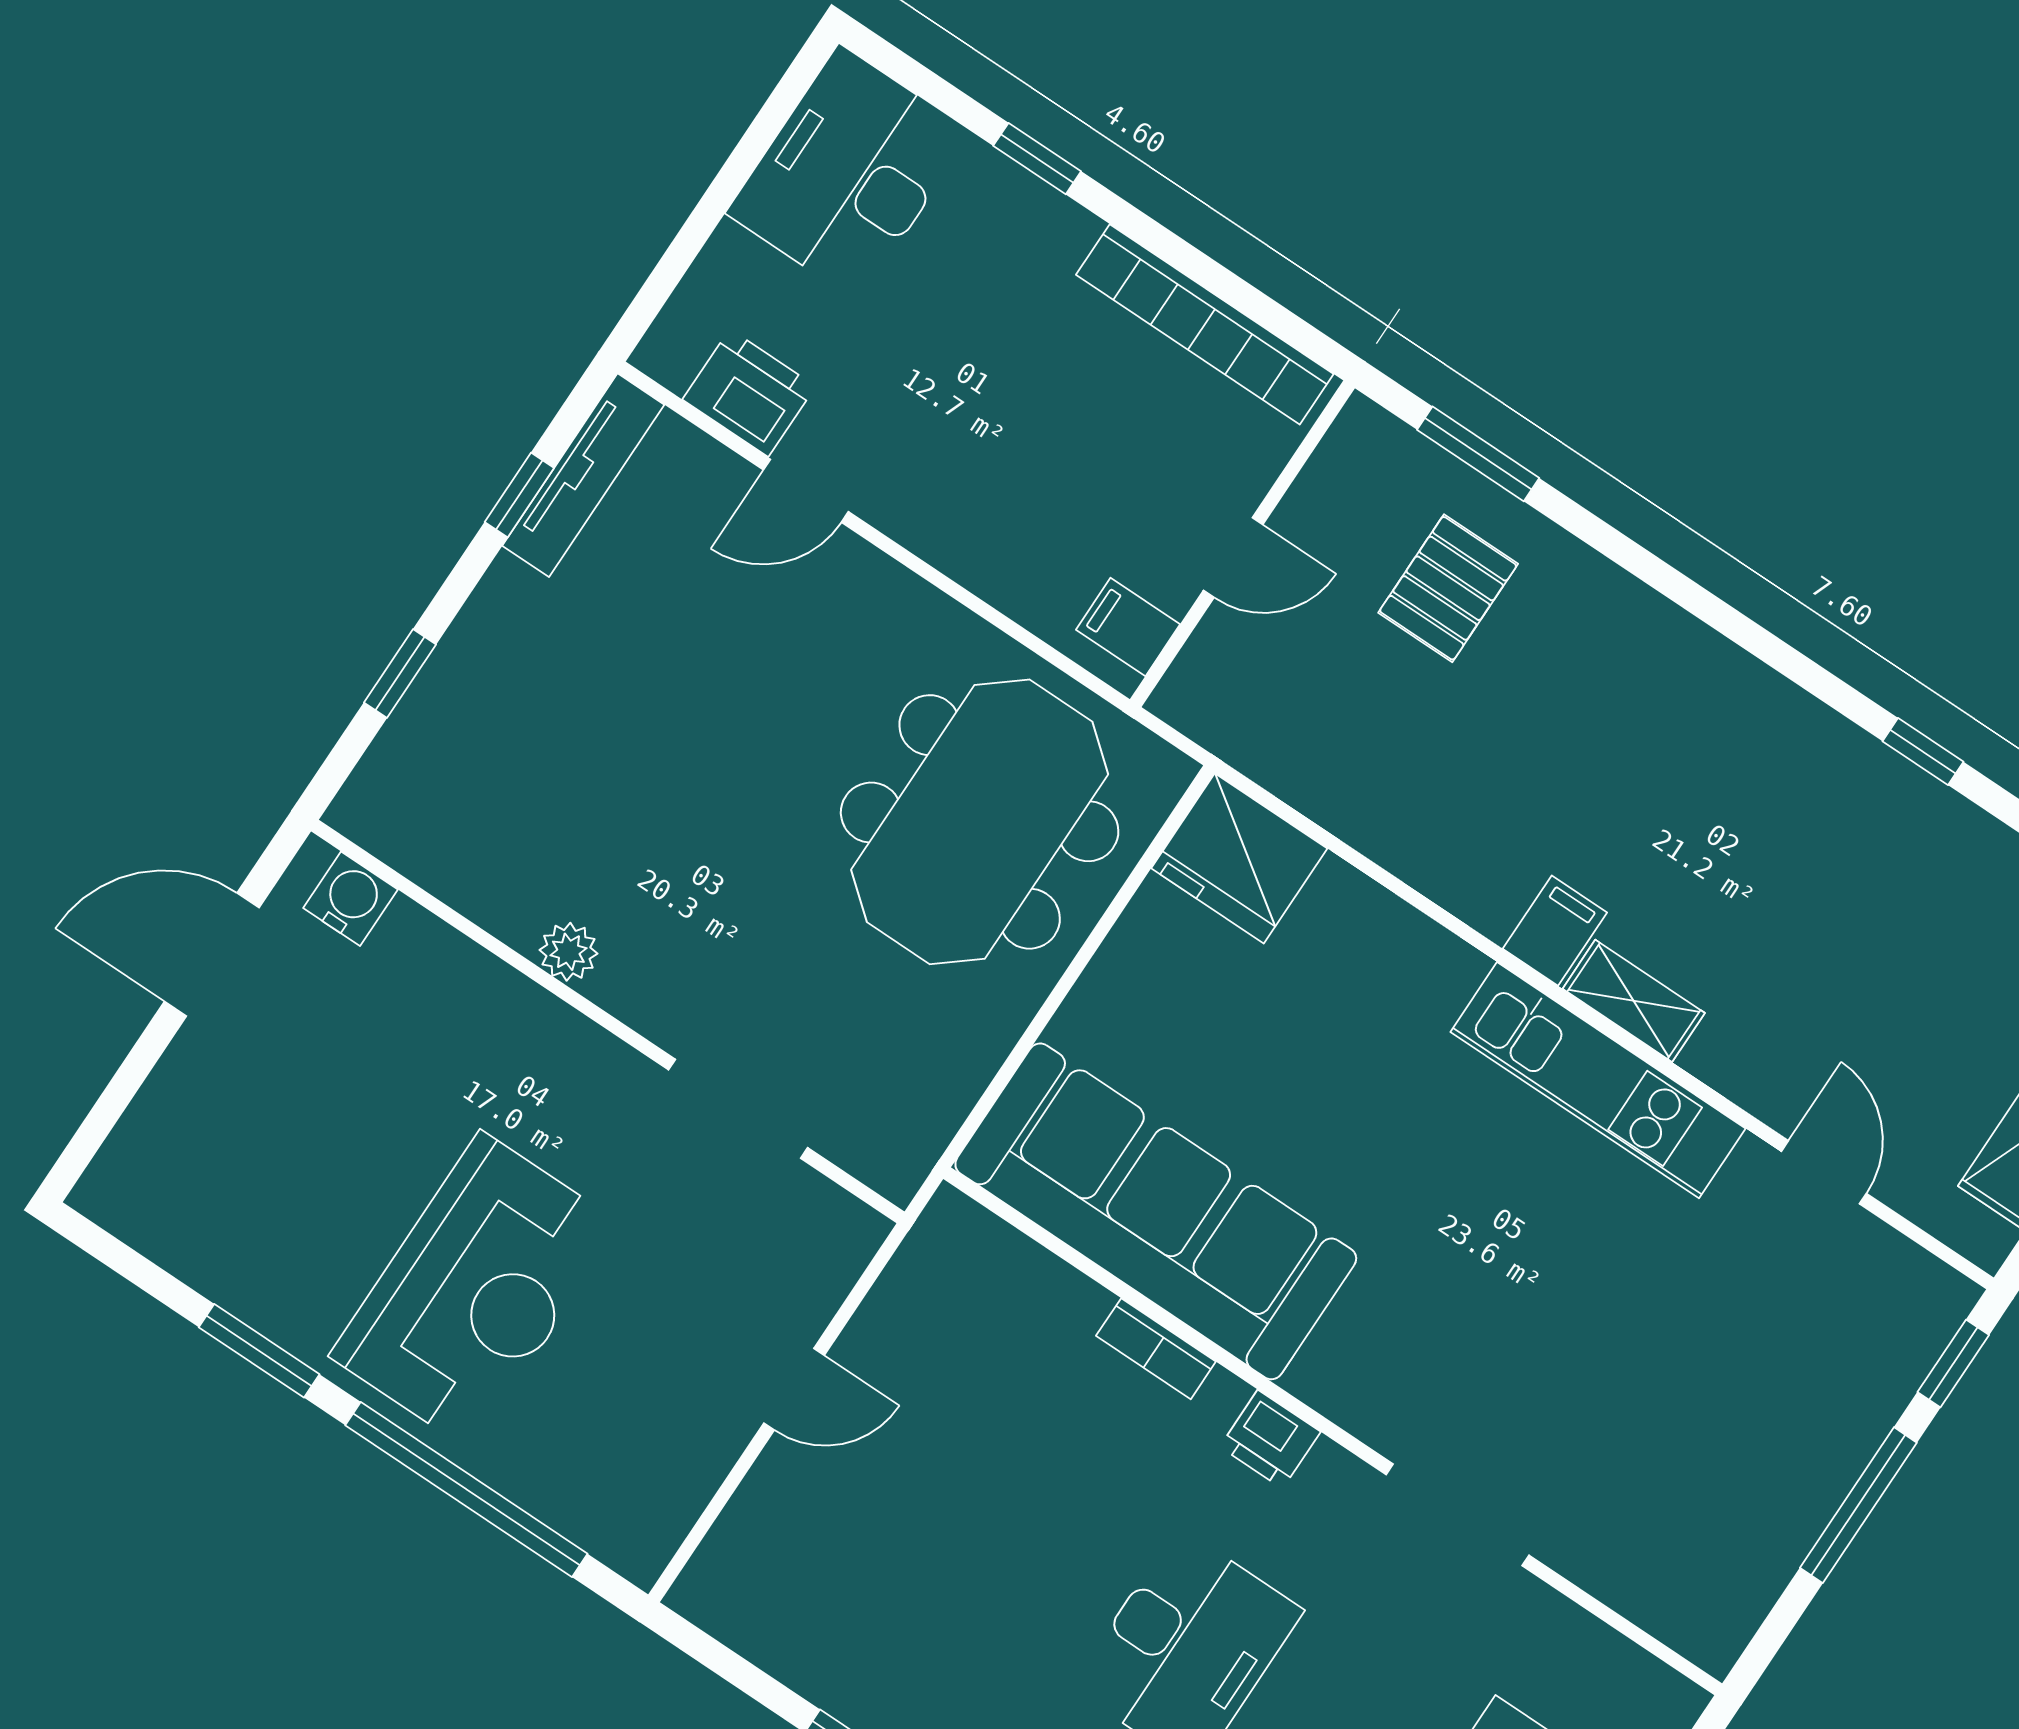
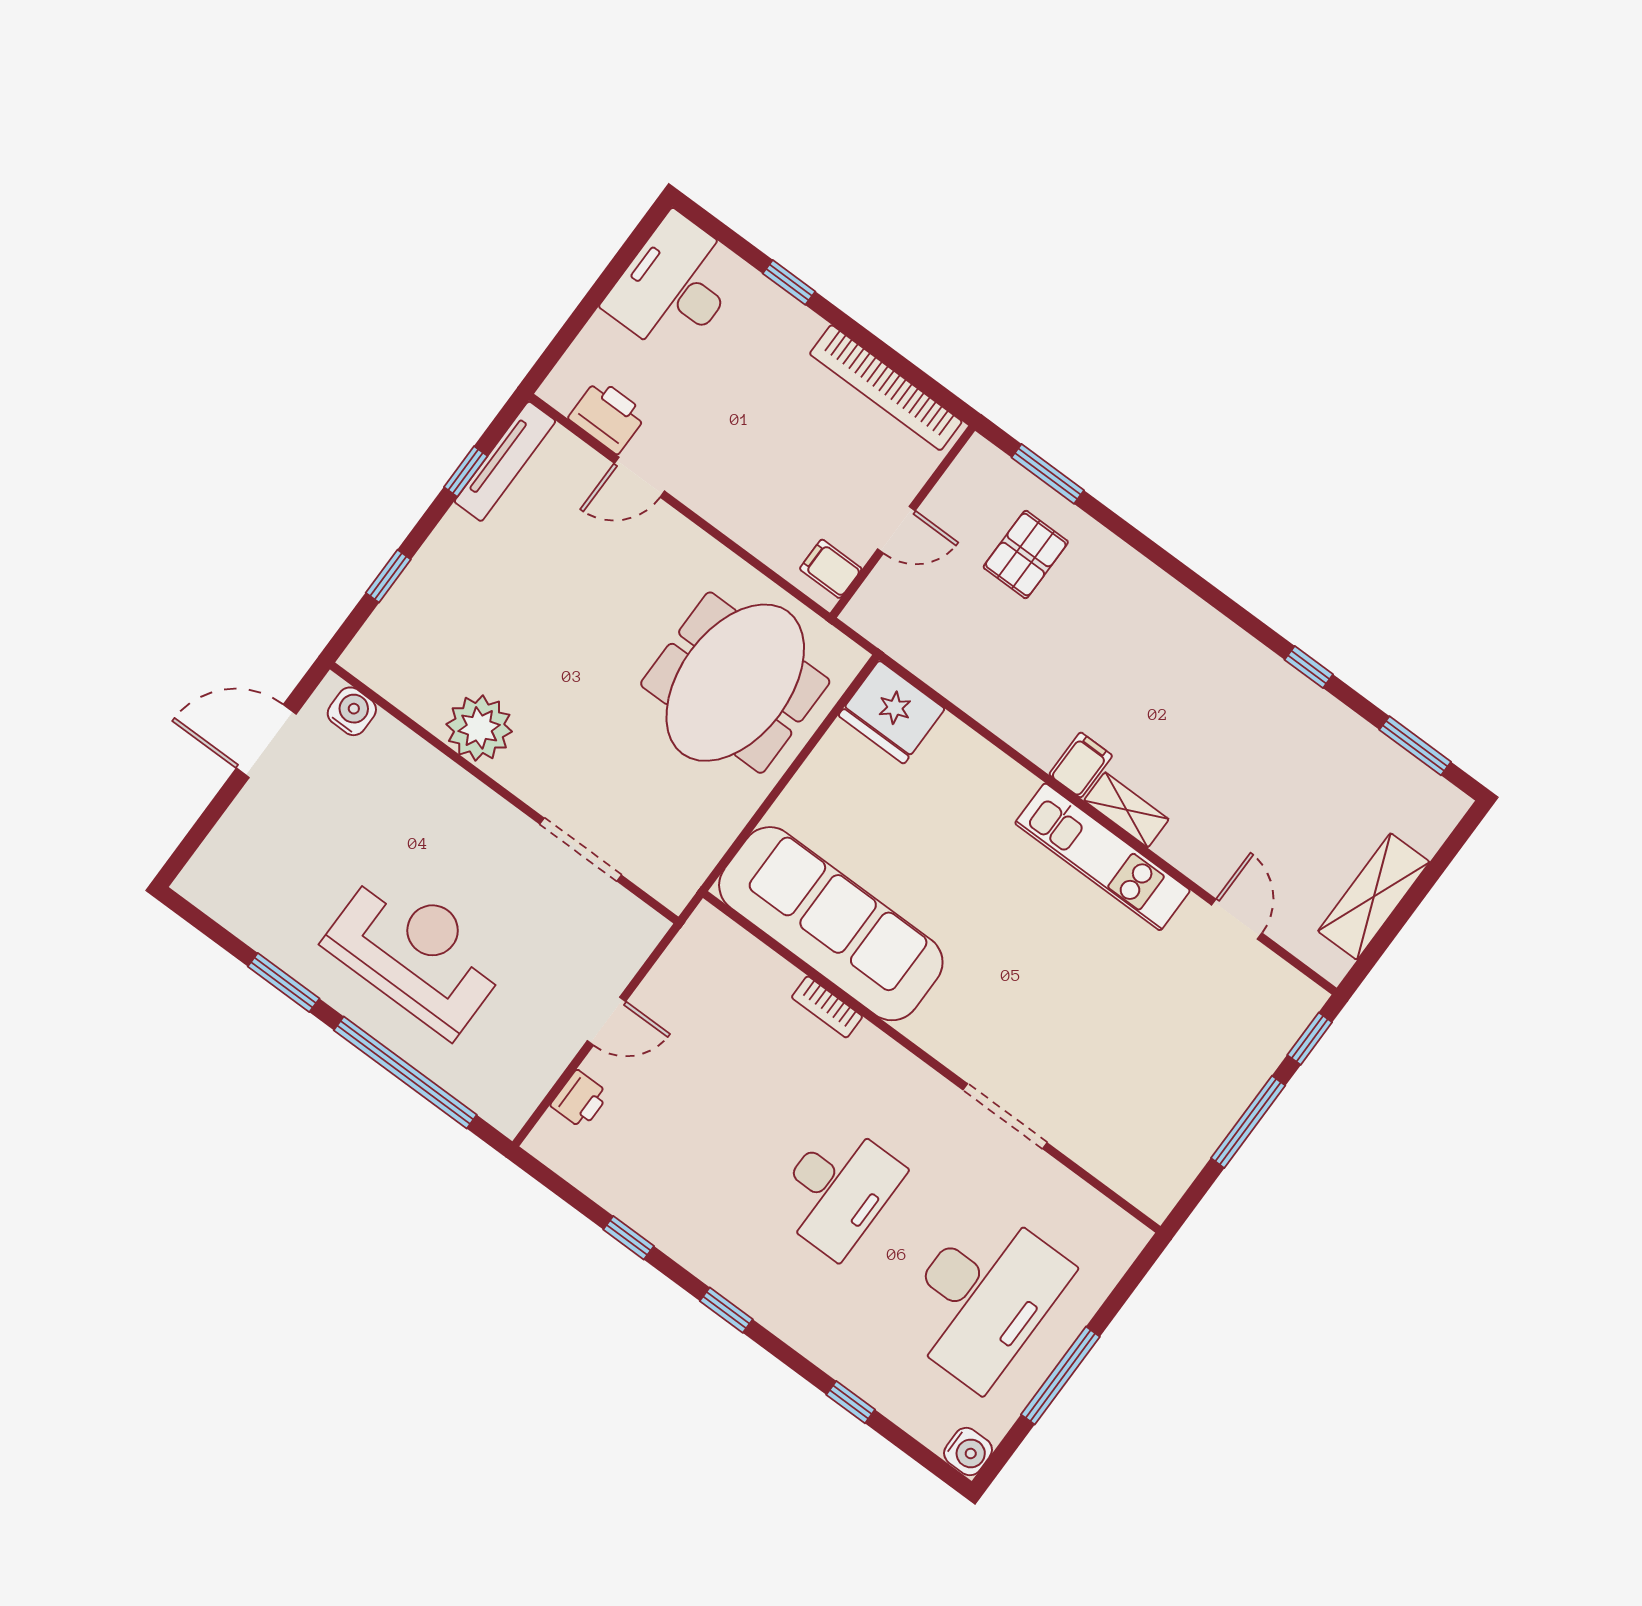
plant: (568, 952) -> (479, 728), width x1.88, depth x1.88
reception desk: (476, 1290) -> (416, 952), turned -90
printer: (1270, 1439) -> (580, 1100), moved, turned -90

